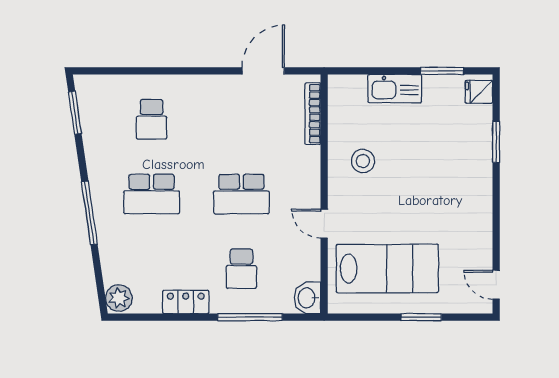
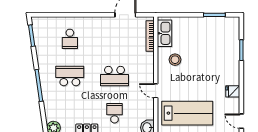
kitchen sink: (395, 89) -> (165, 33), moved, turned -90
fridge: (479, 92) -> (233, 91), moved
school desk: (152, 194) -> (70, 76), turned 180
school desk: (241, 269) -> (115, 113), turned 180

